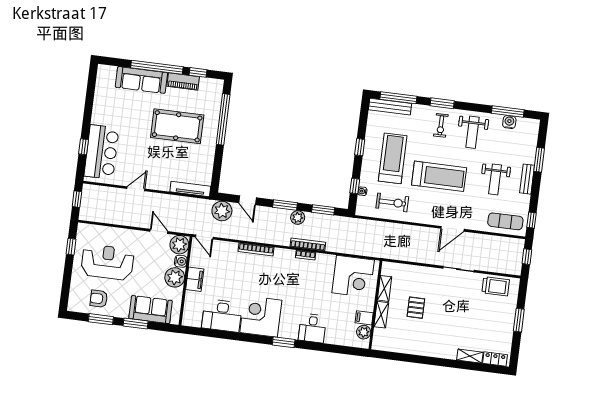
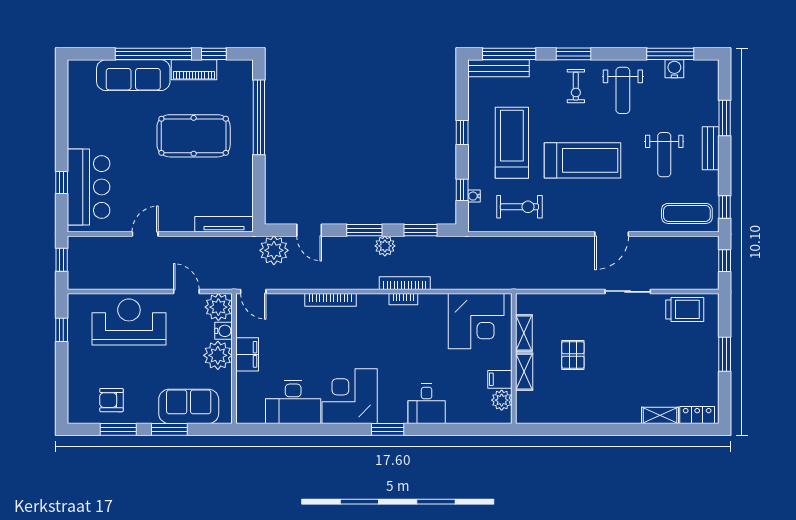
reception desk: (107, 262) -> (129, 322), moved

